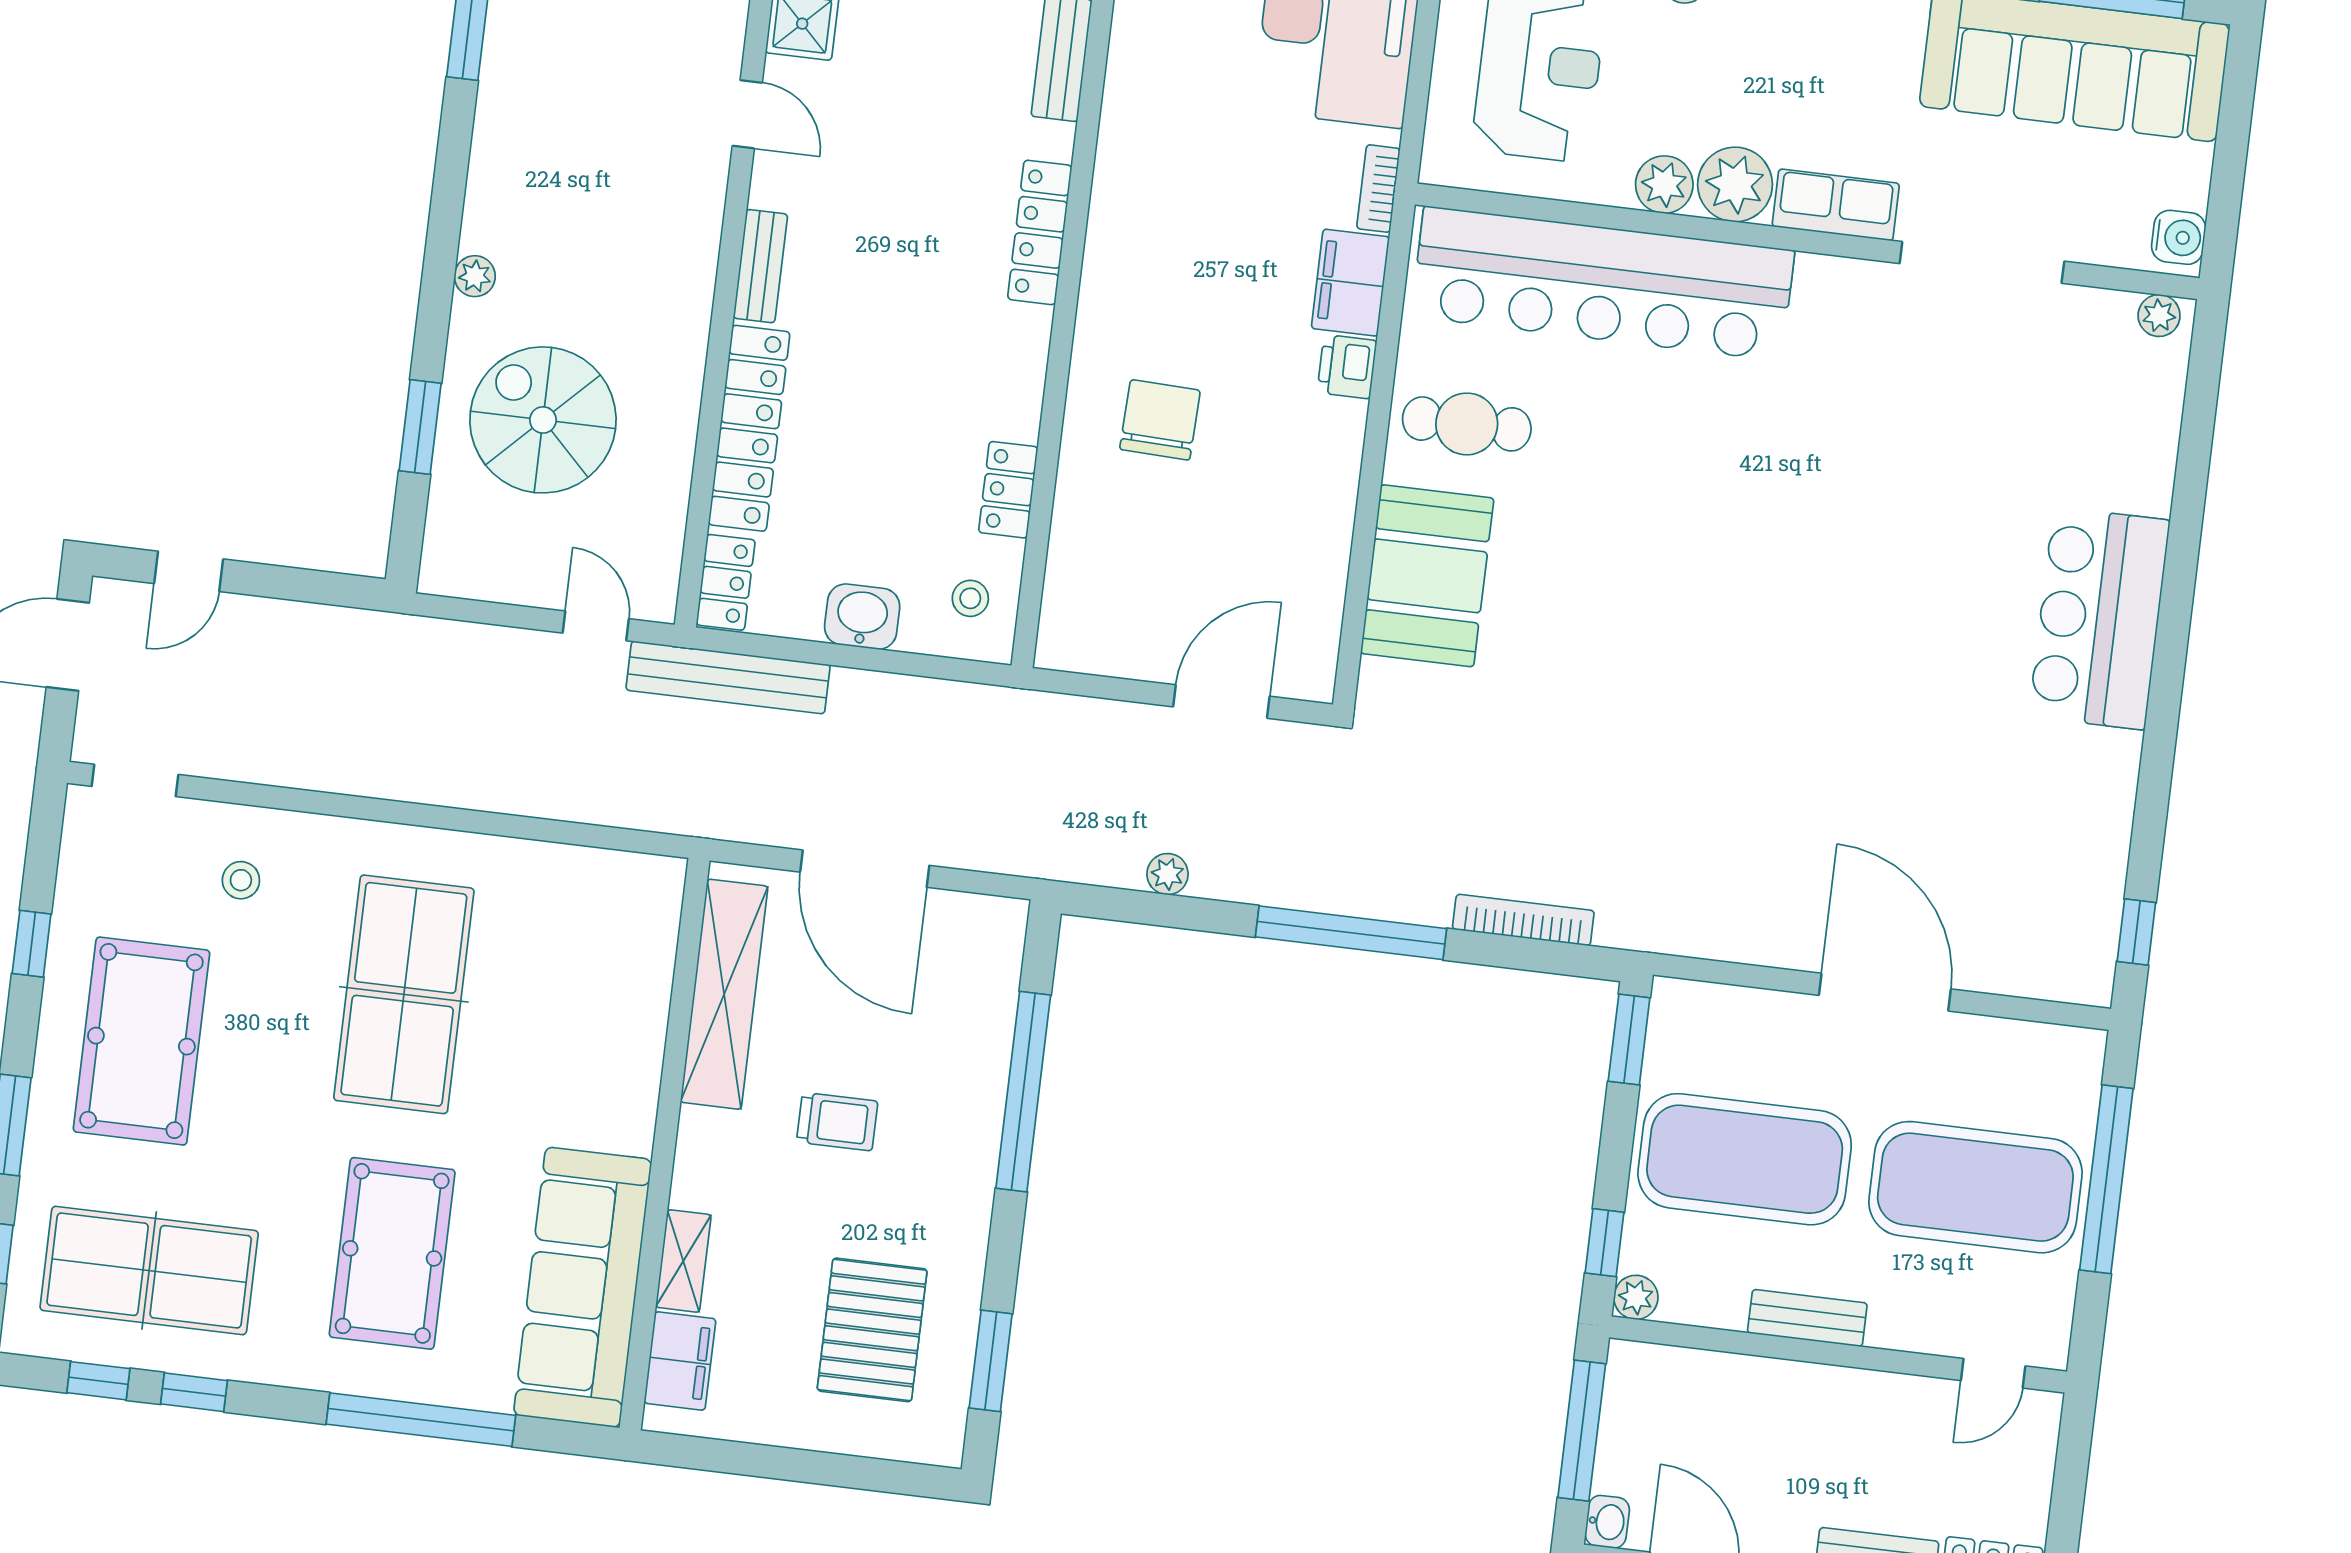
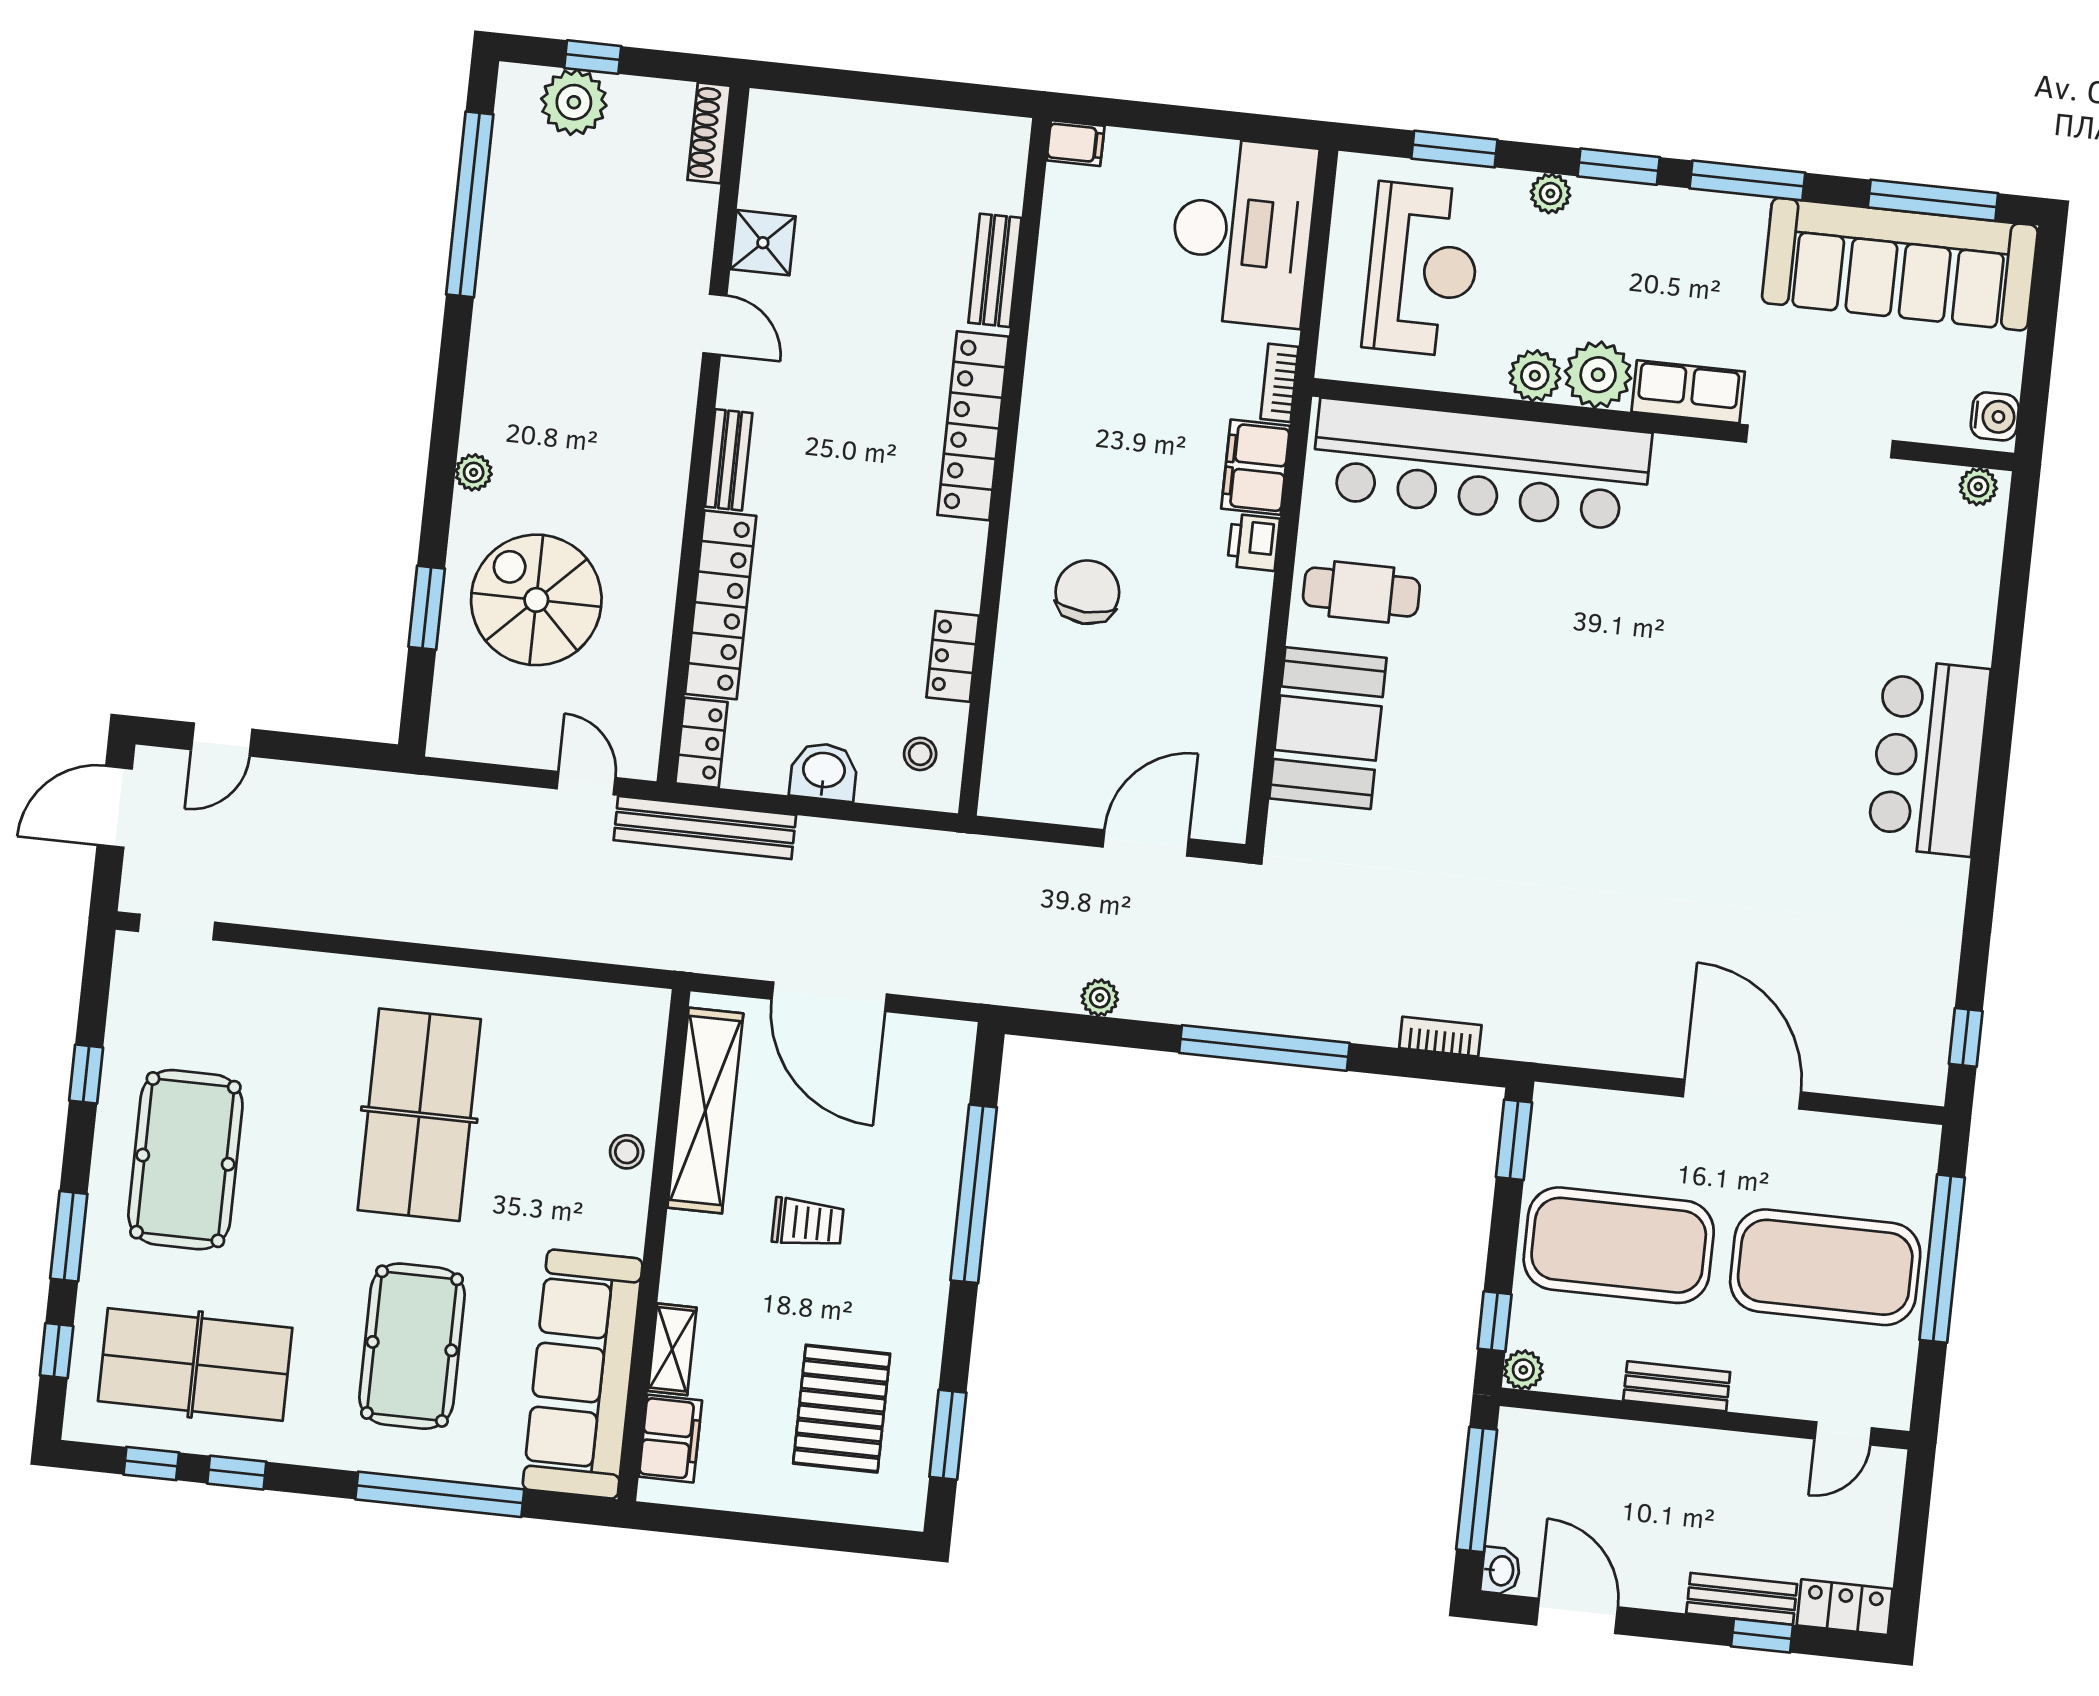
locker: (1040, 232) -> (973, 426), width x1.41, depth x1.21
stool: (241, 880) -> (627, 1152), moved
bookcase: (1523, 920) -> (1440, 1037), width x0.64

